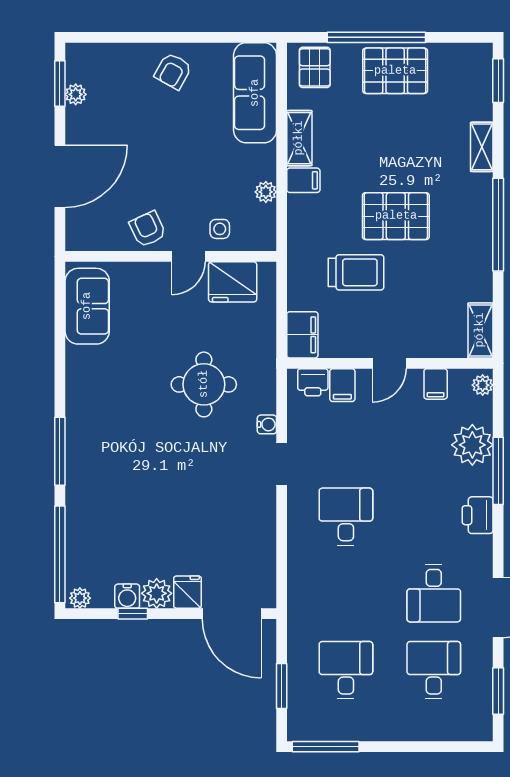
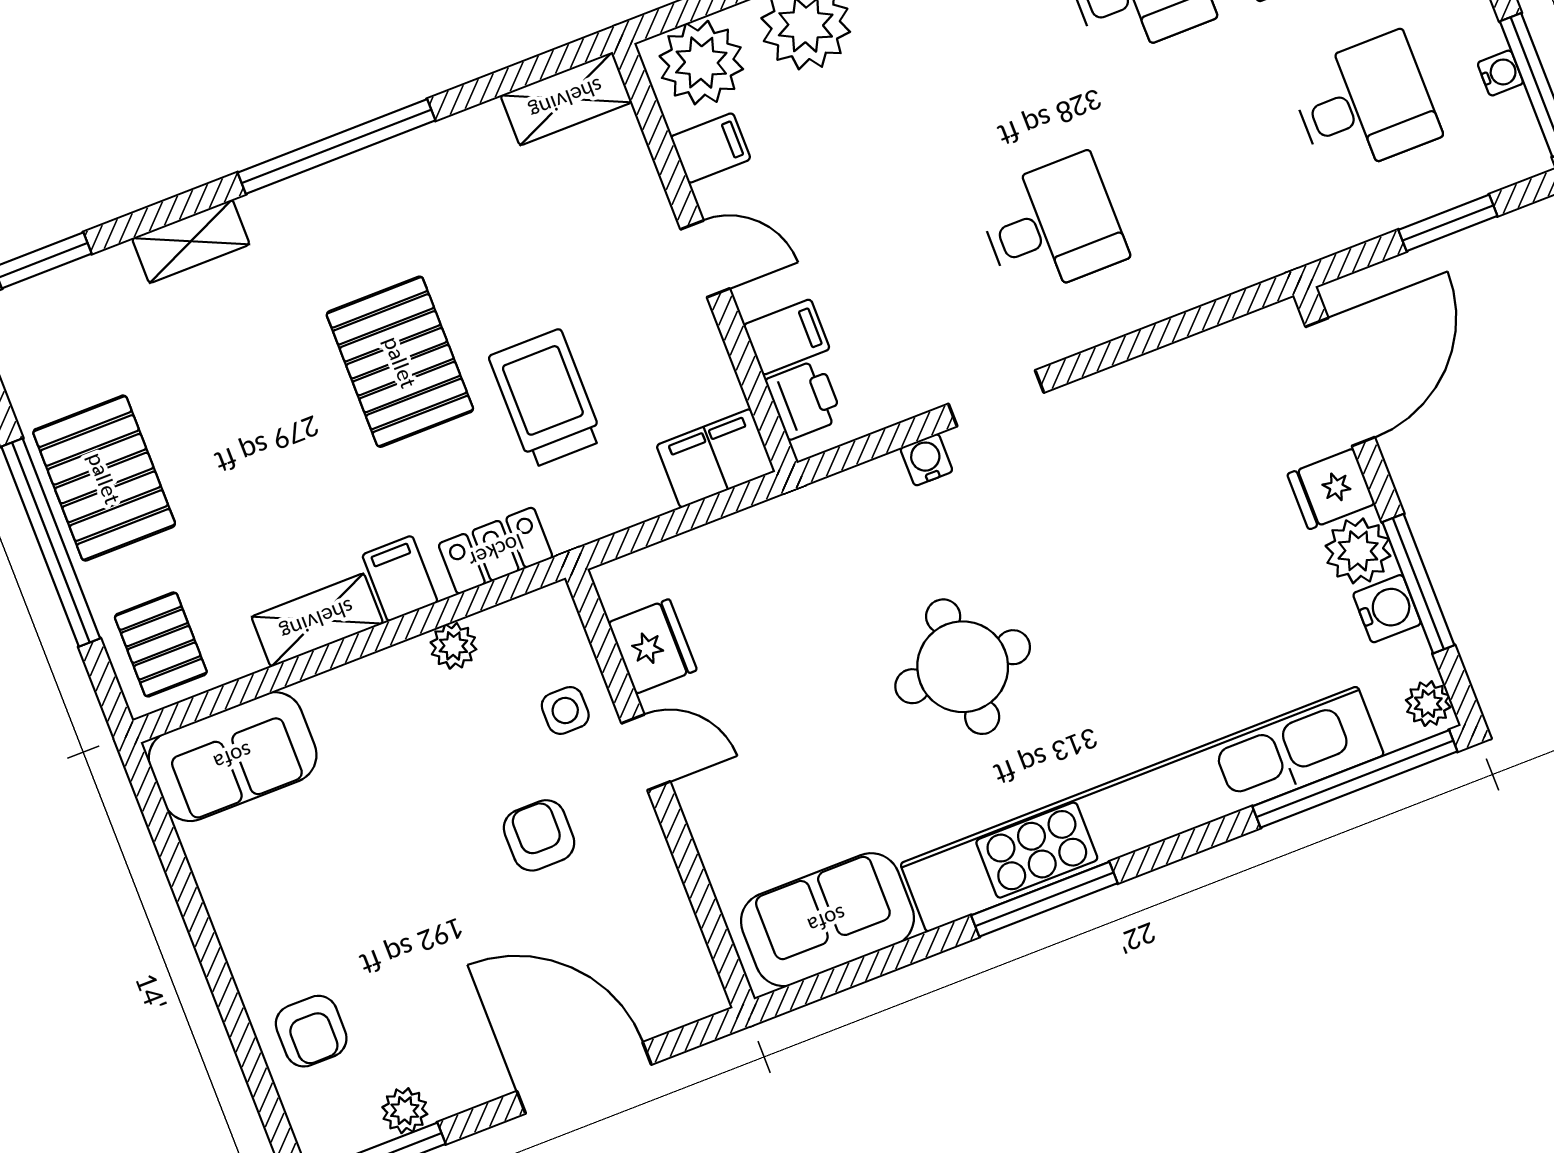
pallet: (315, 67) -> (161, 644), turned 90
armchair: (173, 71) -> (311, 1031), moved, turned 61
sofa: (255, 93) -> (233, 757), width x0.73
locker: (299, 226) -> (496, 551), added
armchair: (148, 229) -> (539, 835), moved, turned 115
fridge: (233, 282) -> (653, 646), width x0.73, depth x0.75
round table: (204, 384) -> (963, 667), moved
plant: (483, 385) -> (701, 63), width x1.87, depth x1.87
window: (60, 451) -> (1044, 899), moved
kitchen unit: (82, 459) -> (1142, 809), added
desk: (346, 517) -> (1052, 226), turned 180
window: (133, 614) -> (1418, 584), width x2.17
desk: (346, 670) -> (1365, 104), turned 180
water cooler: (337, 733) -> (1500, 73), added

